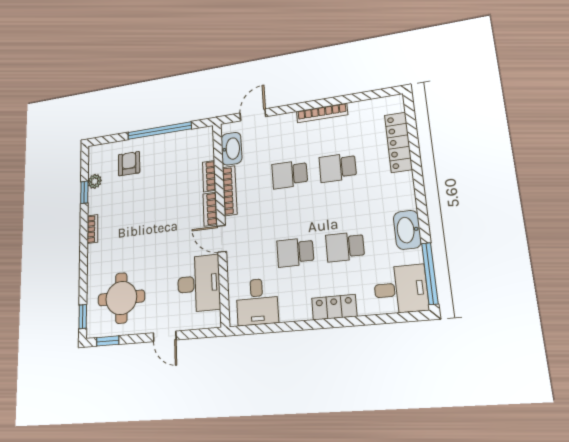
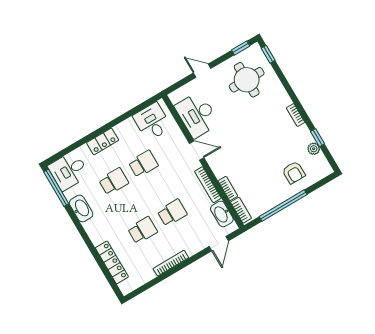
bookcase: (210, 209) -> (241, 210), moved

